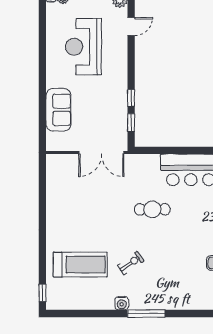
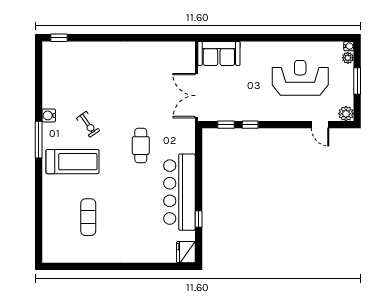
sofa: (58, 110) -> (219, 53), moved
treadmill: (80, 265) -> (73, 162), moved, turned -90

